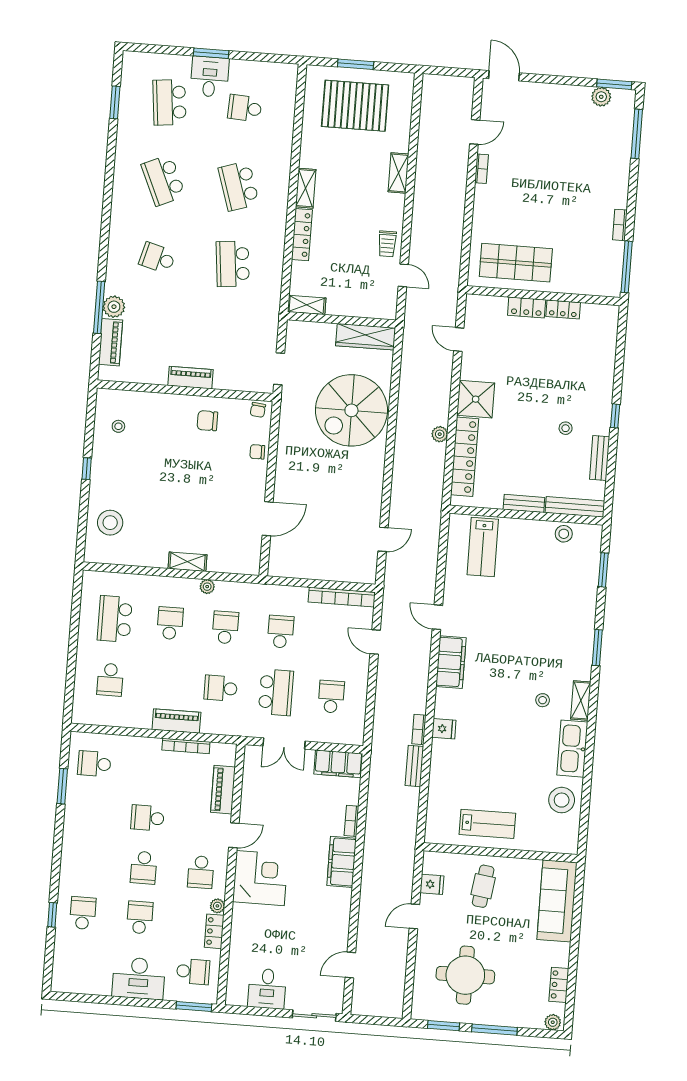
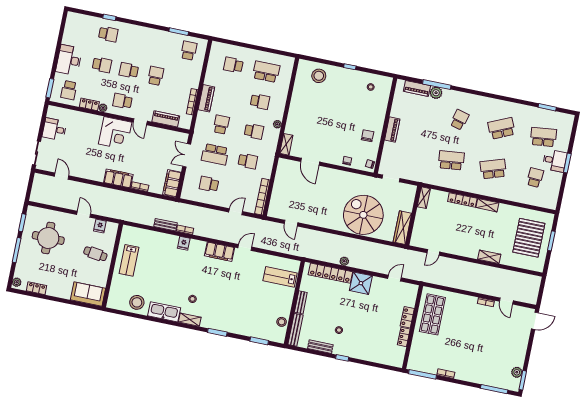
trolley: (387, 244) -> (452, 246), removed
shelving: (187, 562) -> (286, 144), moved
school desk: (331, 697) -> (209, 184), turned 180
sofa: (557, 901) -> (88, 294), width x0.73

